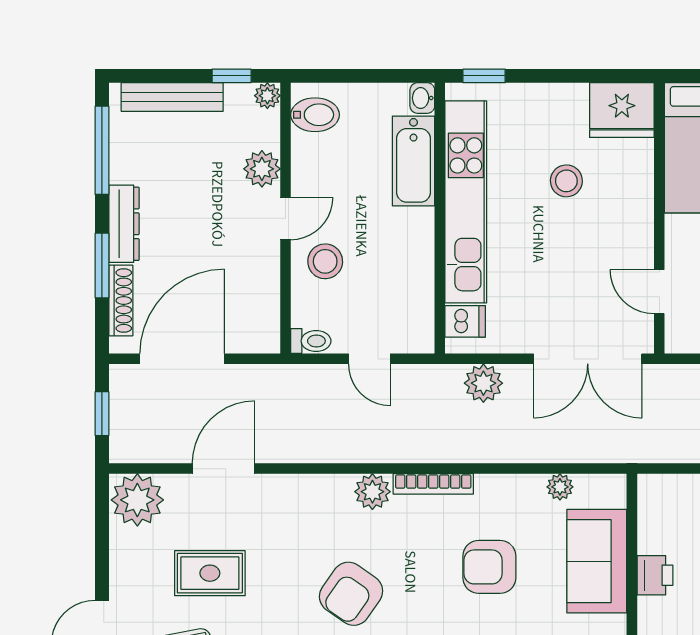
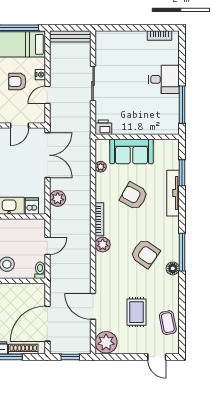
door: (182, 359) -> (47, 324), hinge flipped
armchair: (489, 567) -> (134, 196), turned 119
printer: (655, 575) -> (103, 127), moved

